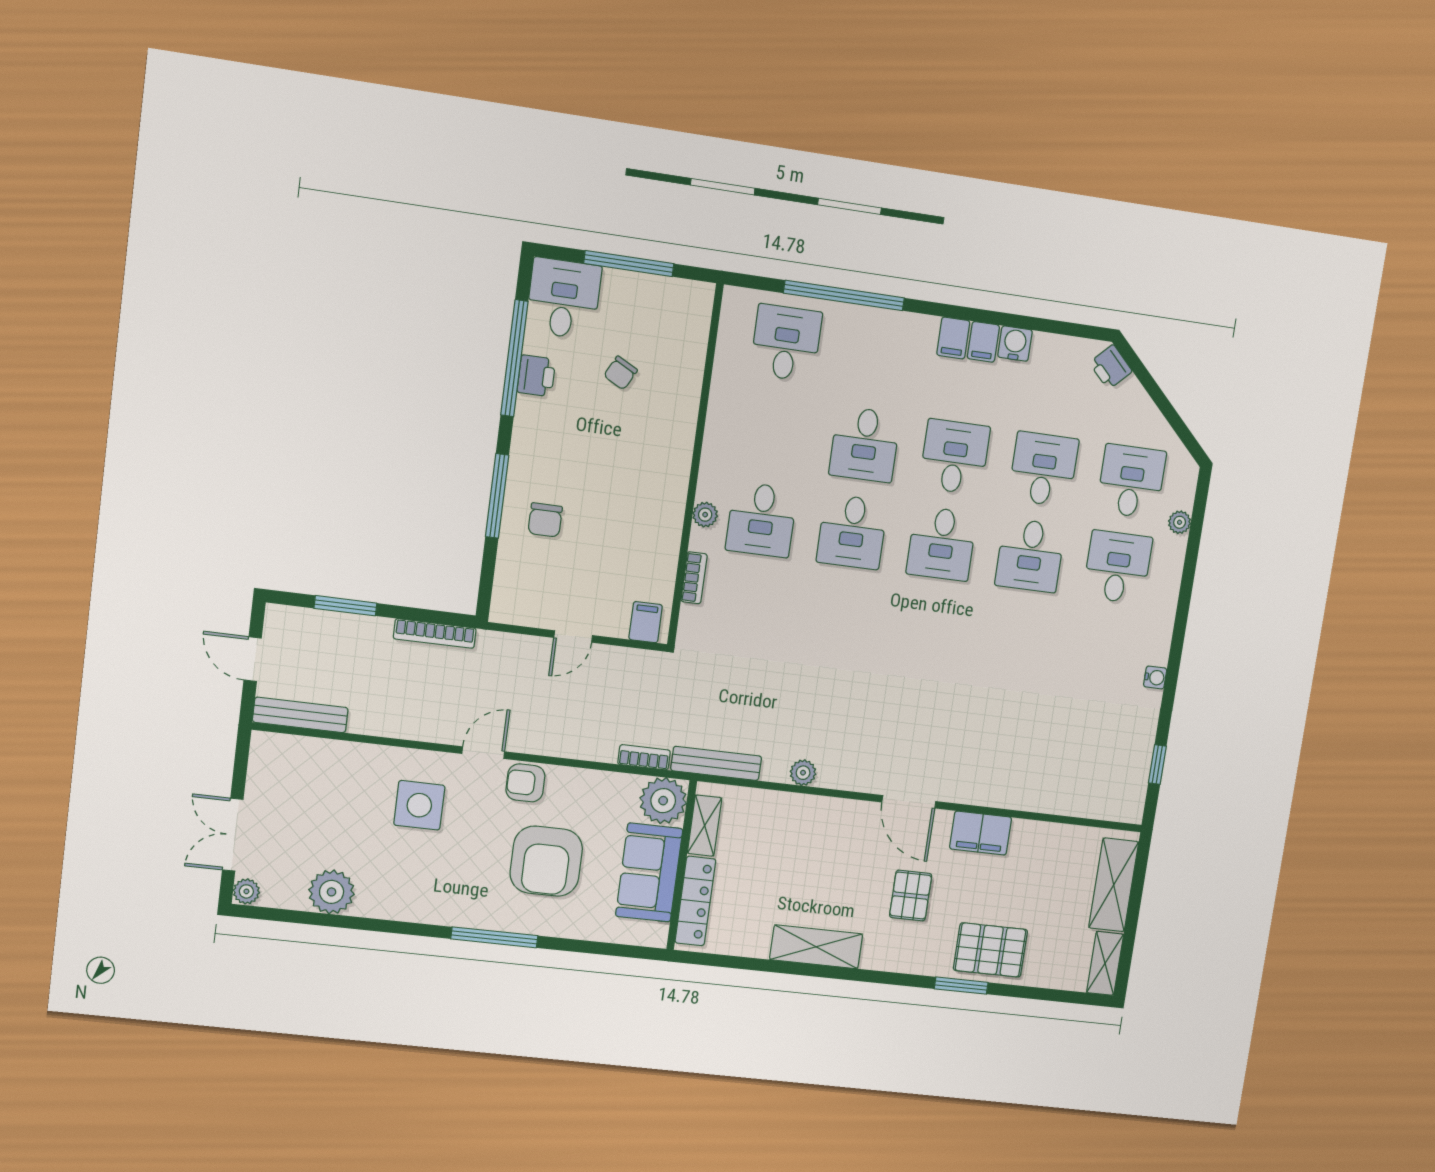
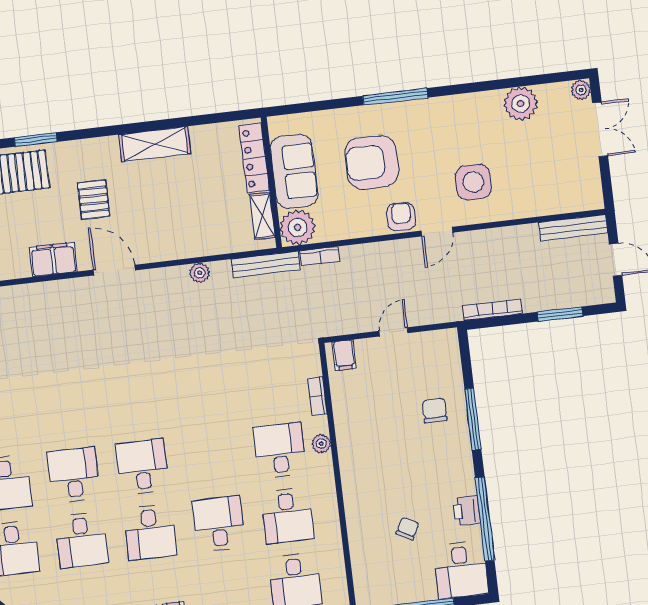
desk: (852, 532) -> (287, 516), moved, turned 180
armchair: (525, 783) -> (401, 217), turned -88
armchair: (546, 861) -> (372, 162), turned -90

